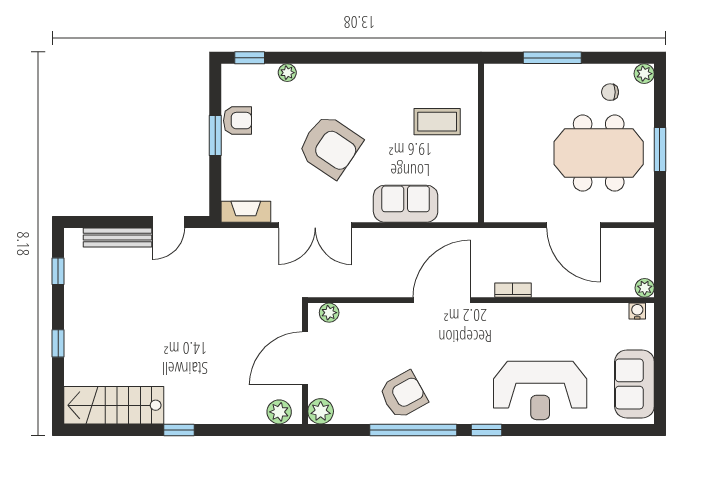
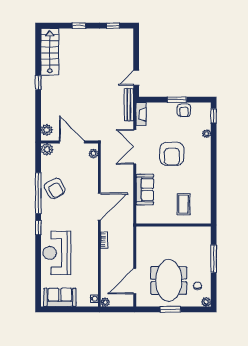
armchair: (330, 146) -> (172, 154), turned -34
door: (169, 222) -> (136, 78), hinge flipped
door: (574, 225) -> (135, 281), moved
bench: (118, 237) -> (129, 105), moved
door: (442, 300) -> (99, 207), hinge flipped

